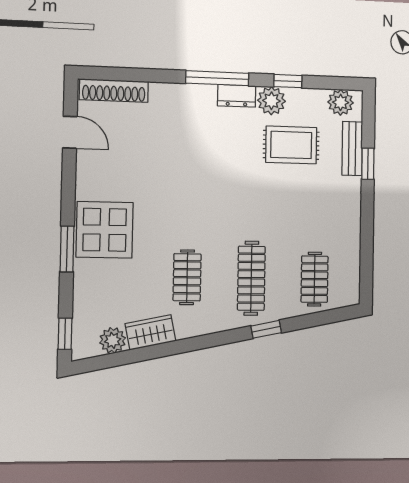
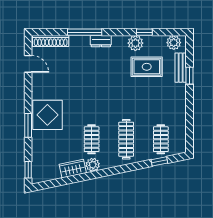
window: (217, 78) -> (85, 32), moved
dresser: (237, 96) -> (101, 41), moved
window: (266, 329) -> (159, 161), moved
plant: (113, 340) -> (93, 165), moved

